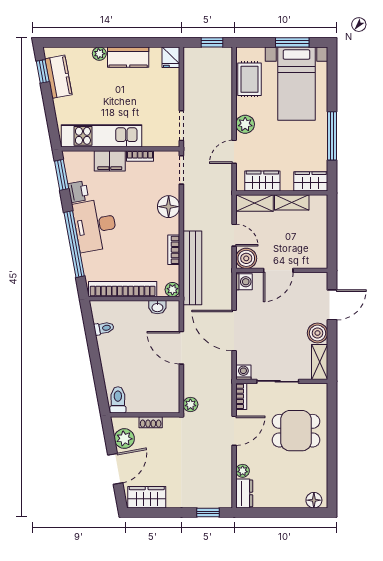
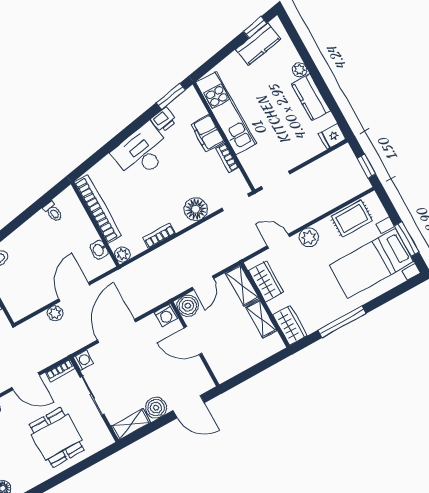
window: (74, 244) -> (114, 143), removed
bench: (192, 268) -> (152, 262), removed
plant: (190, 404) -> (55, 313), moved

